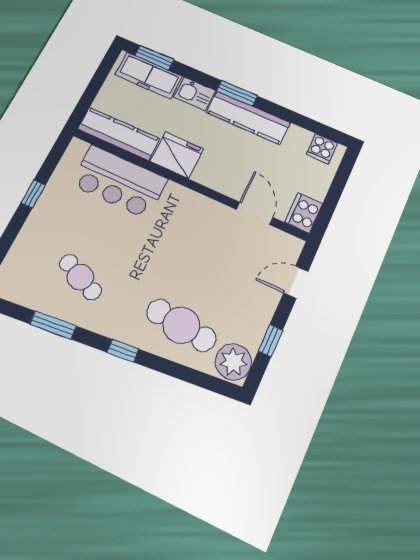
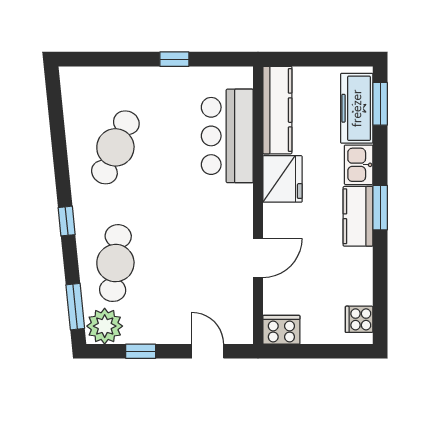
kitchen counter: (248, 118) -> (358, 216), width x0.67
door: (255, 213) -> (258, 258), moved
cafe table: (80, 277) -> (115, 147), width x1.37, depth x1.35
window: (53, 325) -> (75, 307), moved

